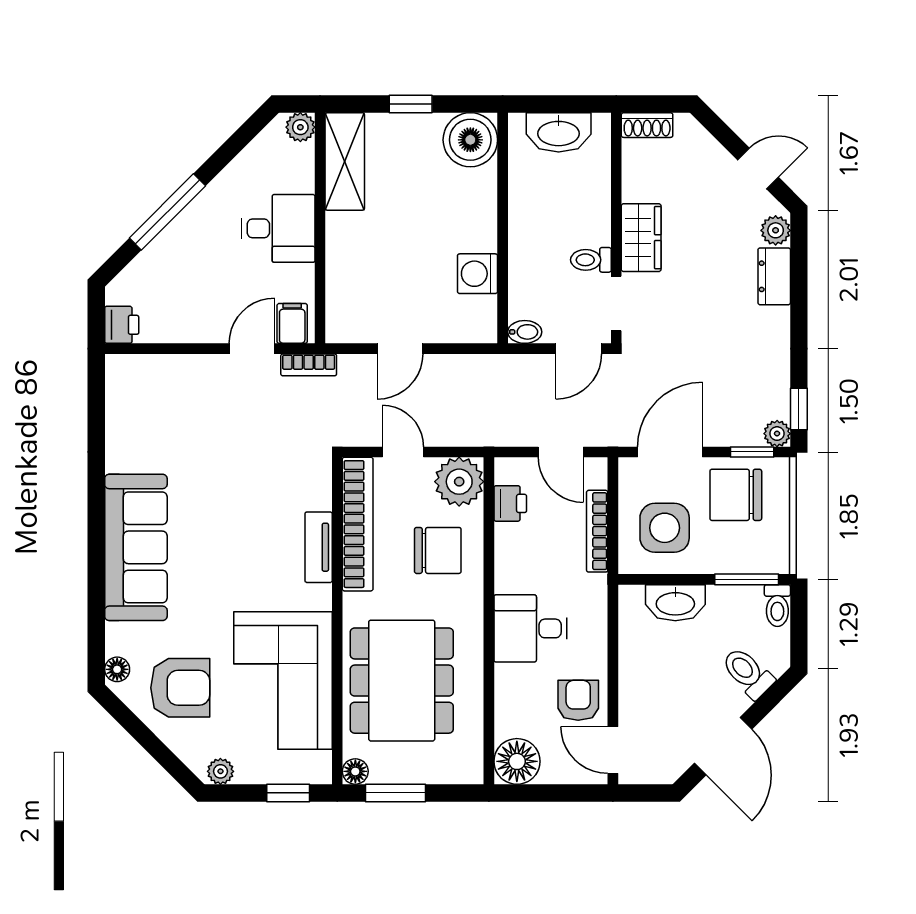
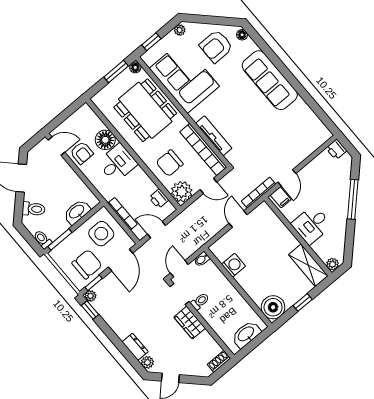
bookcase: (309, 365) -> (259, 193), width x1.56
tv unit: (319, 547) -> (214, 136), width x1.41
floor lamp: (517, 761) -> (105, 140), moved

